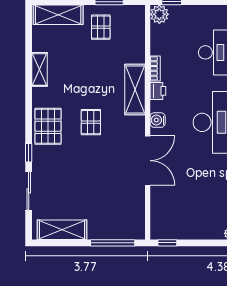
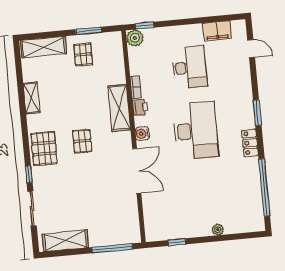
window: (167, 243) -> (177, 242), moved

